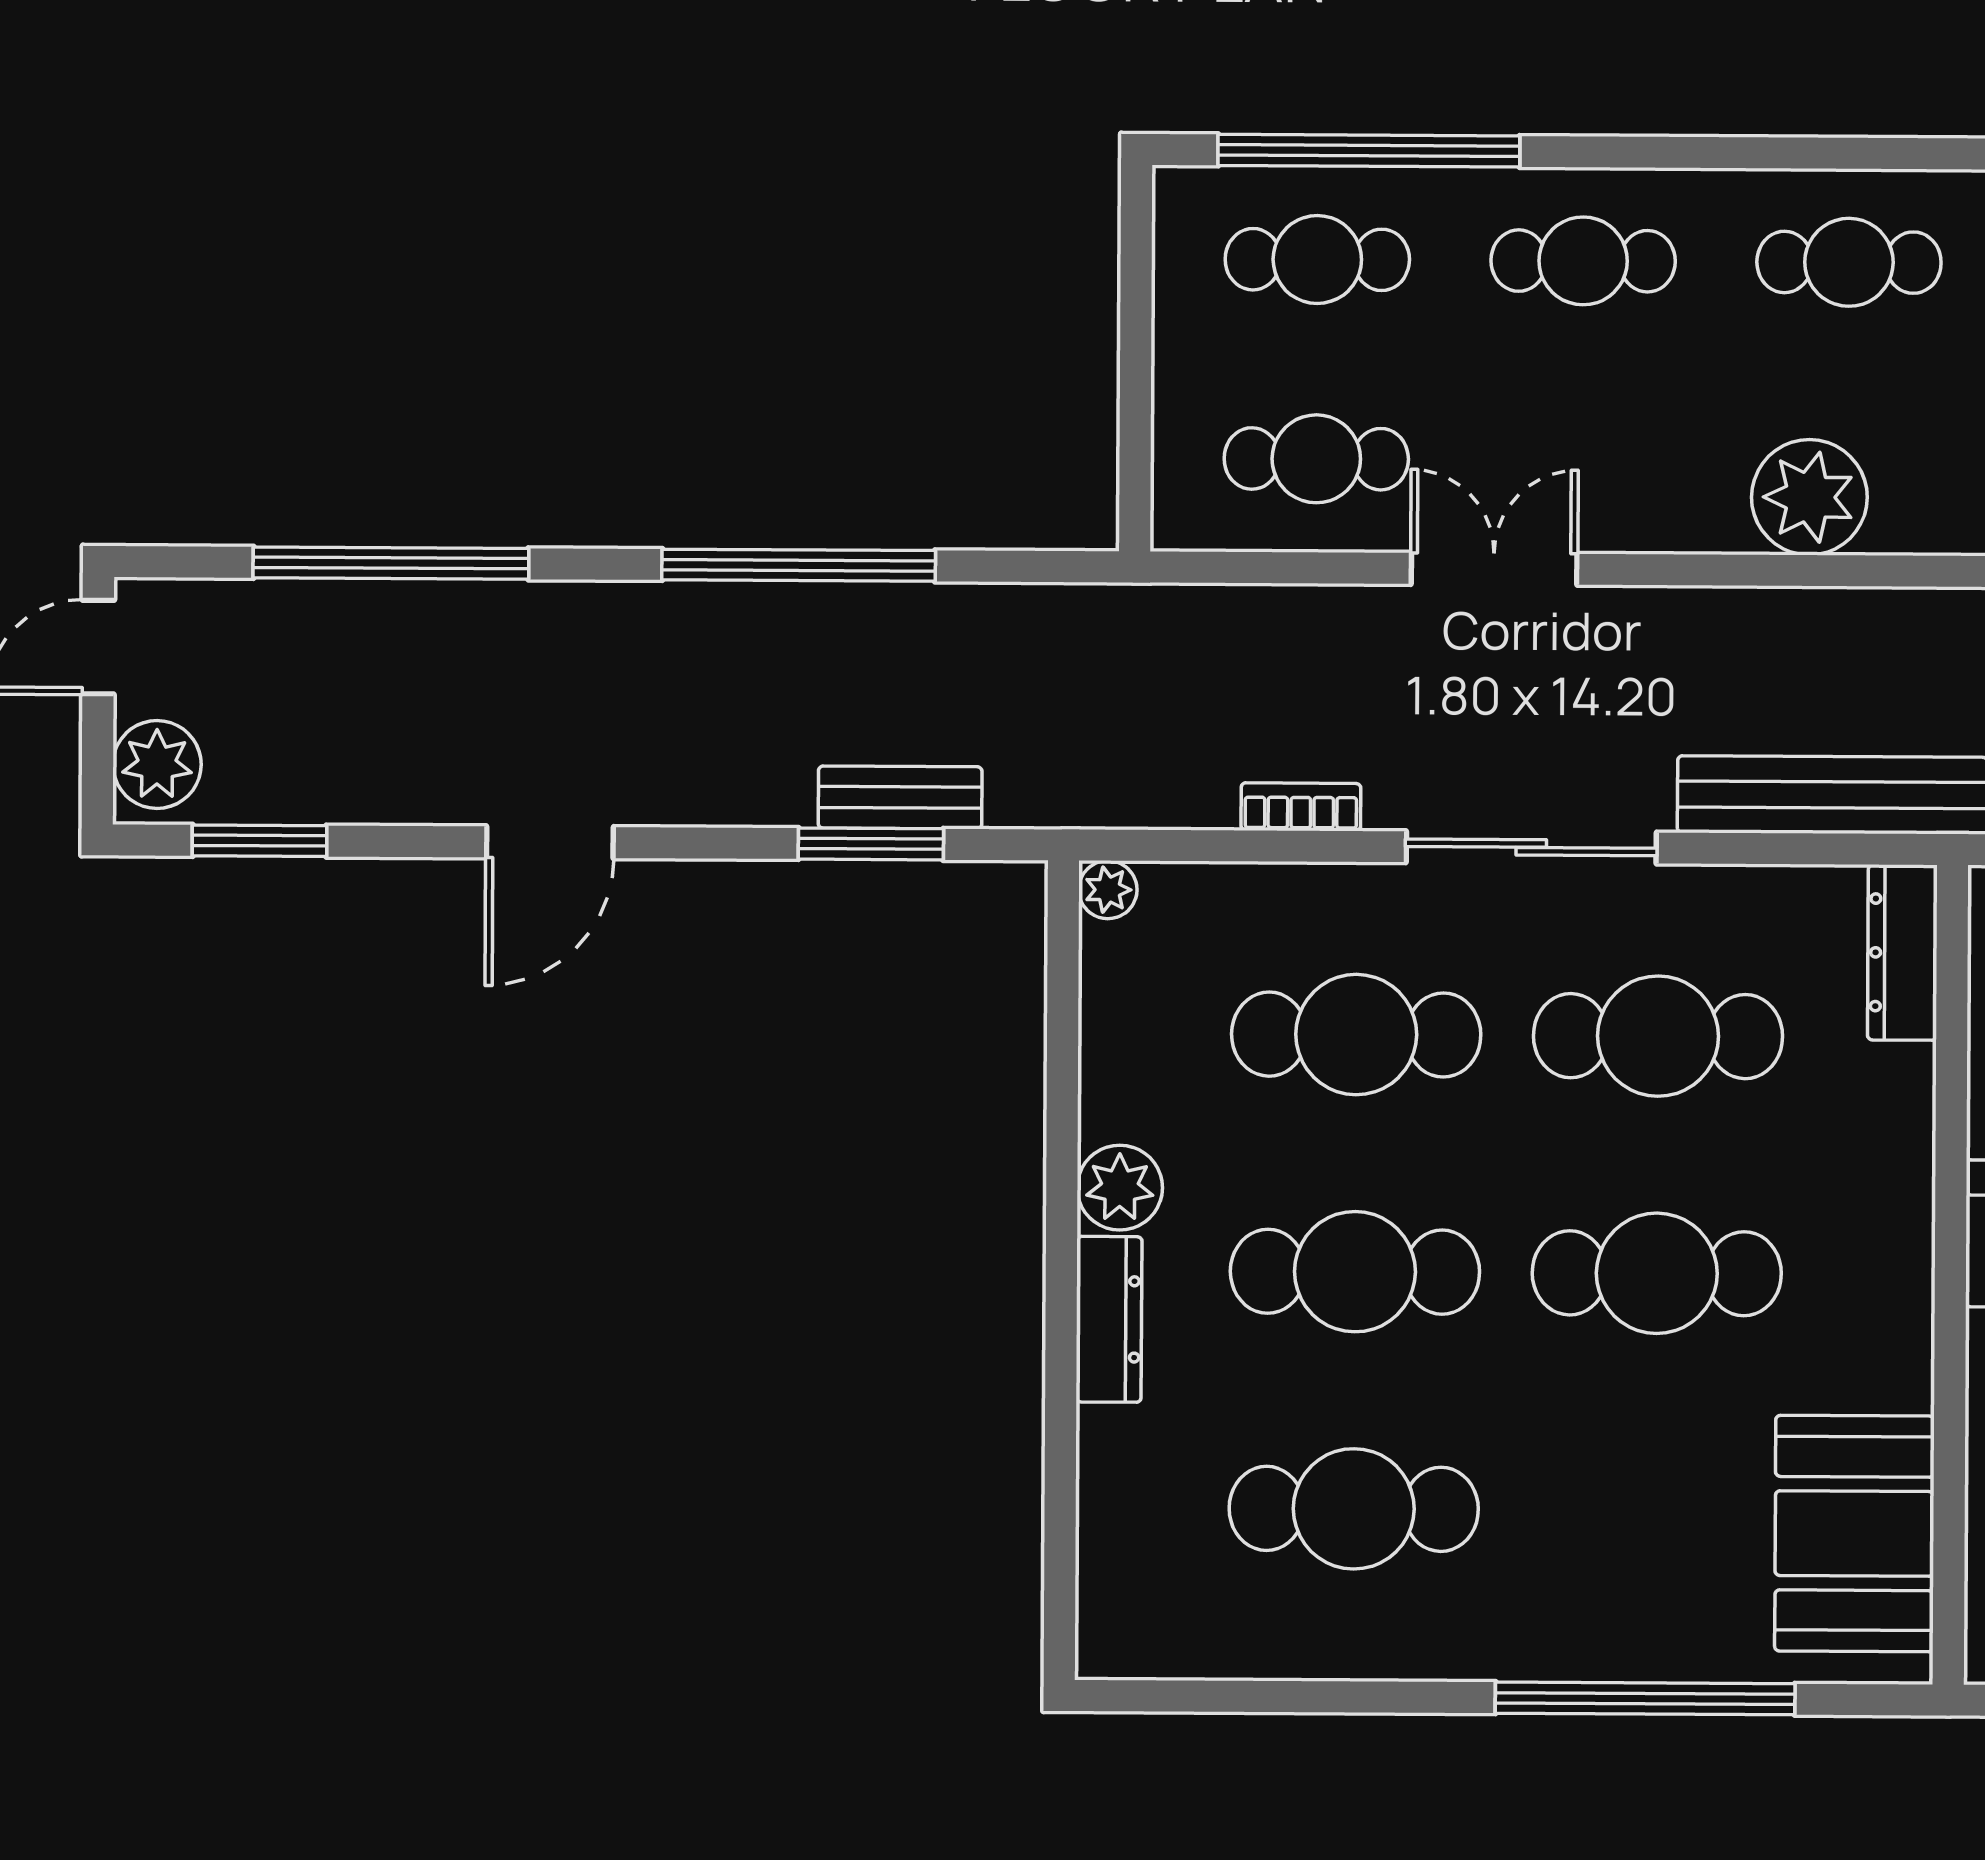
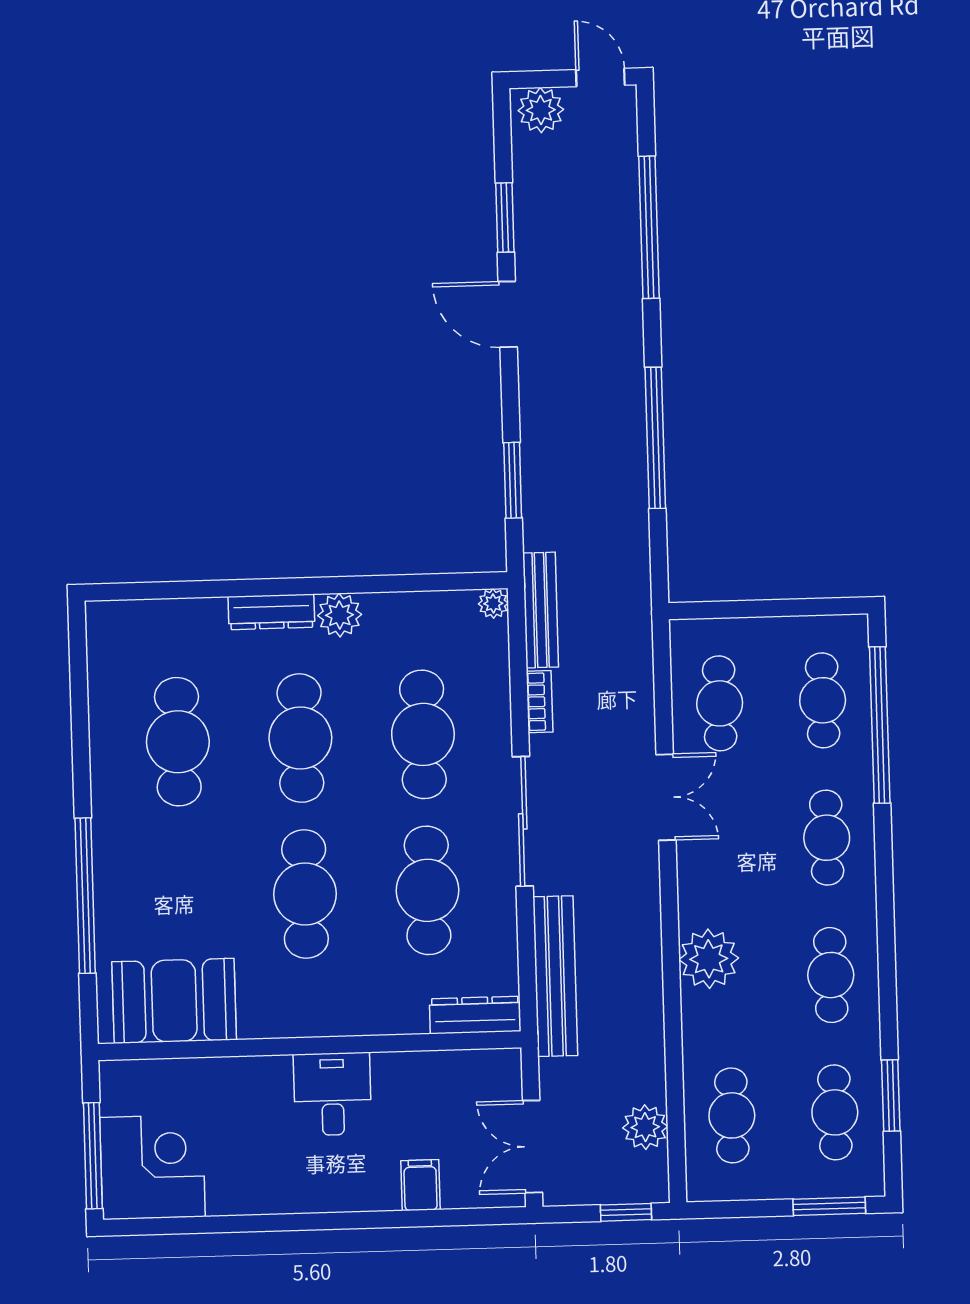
bench: (900, 797) -> (541, 610), moved, width x1.36
window: (259, 841) -> (505, 217), moved

